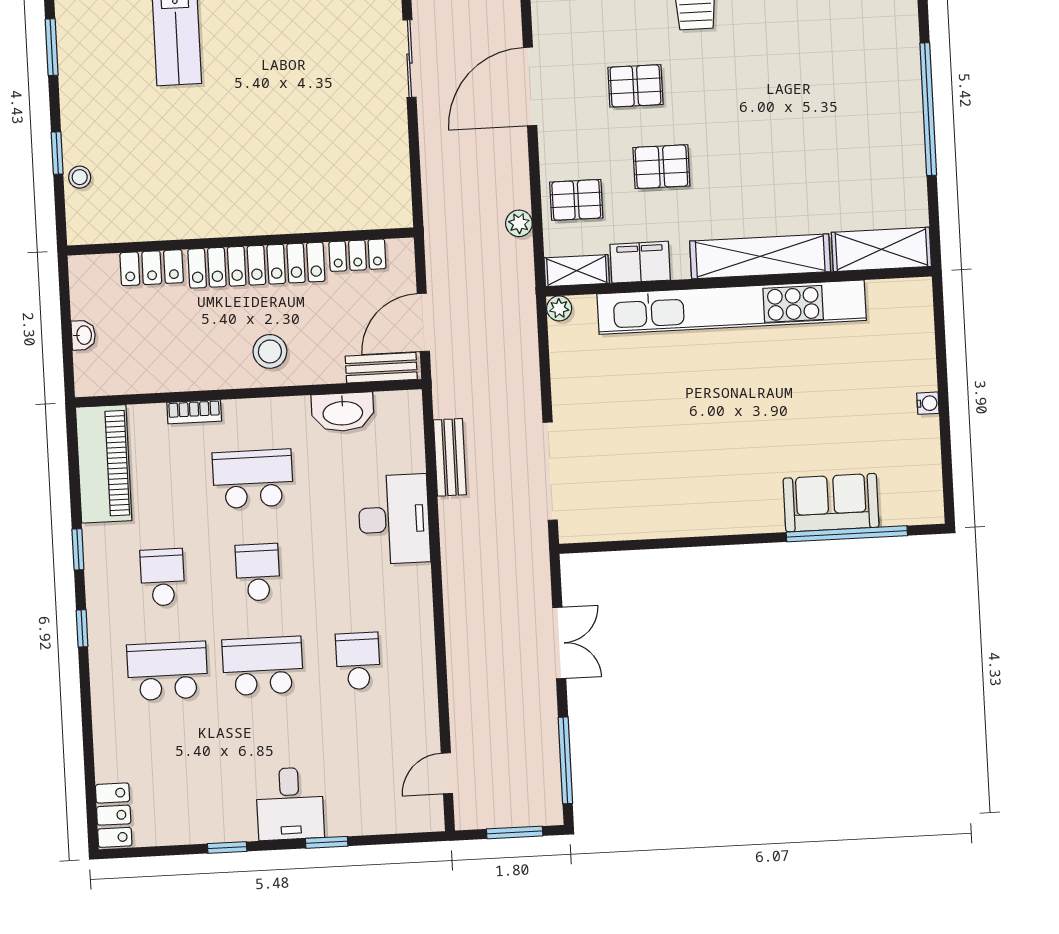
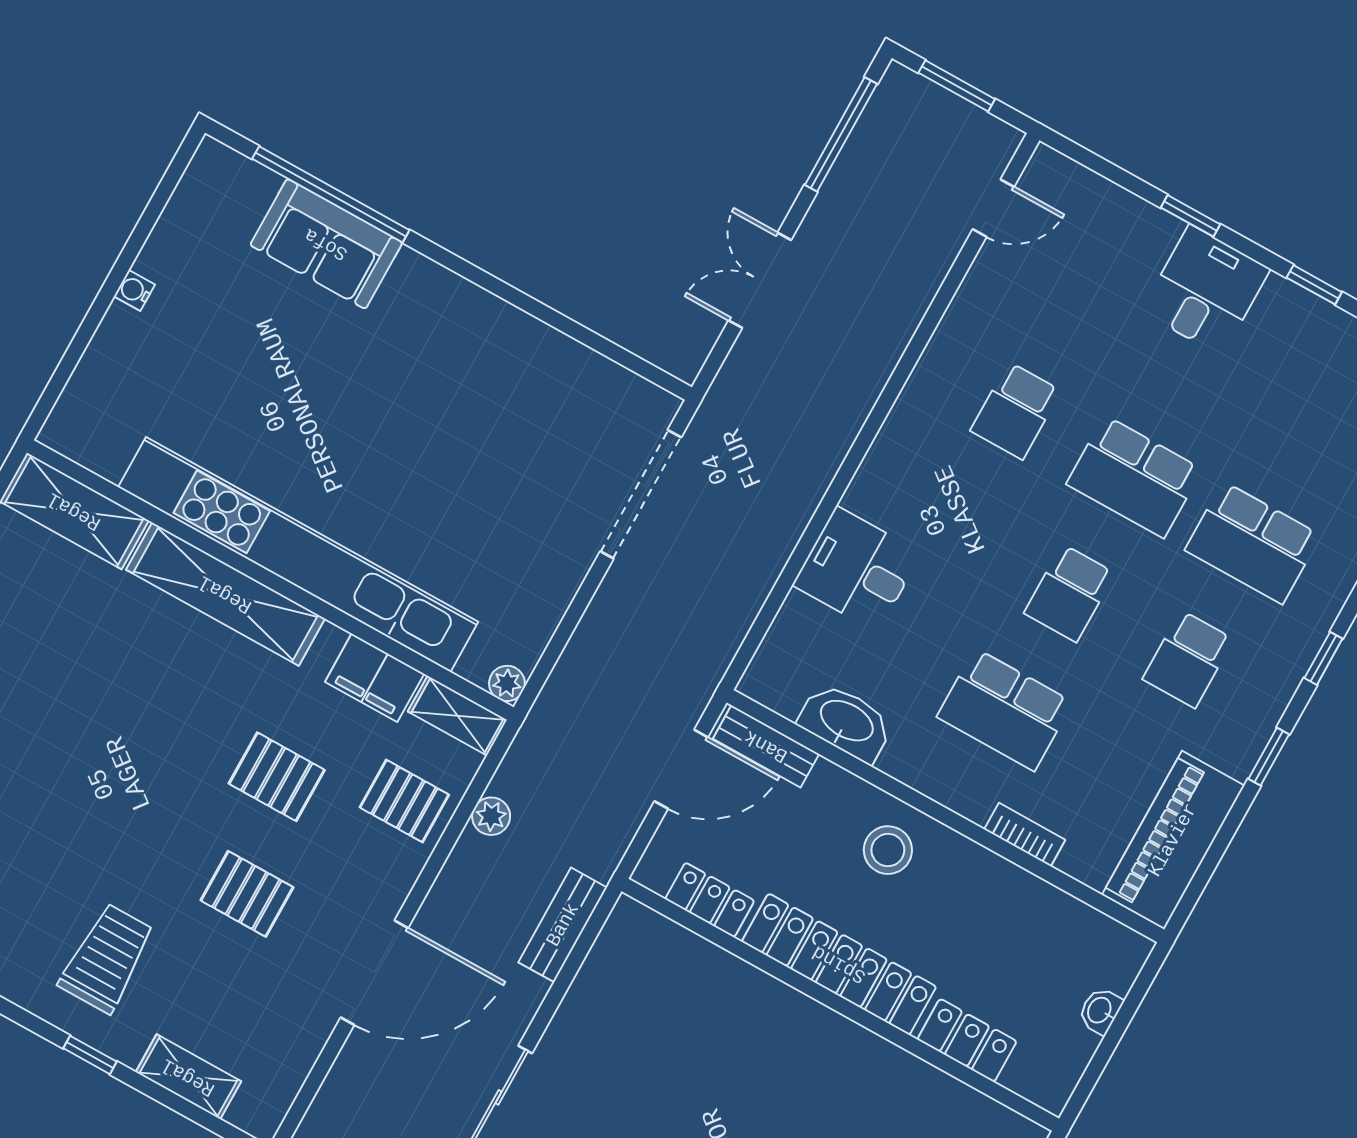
bench: (450, 457) -> (563, 925), moved
desk: (394, 519) -> (857, 569), width x0.73

